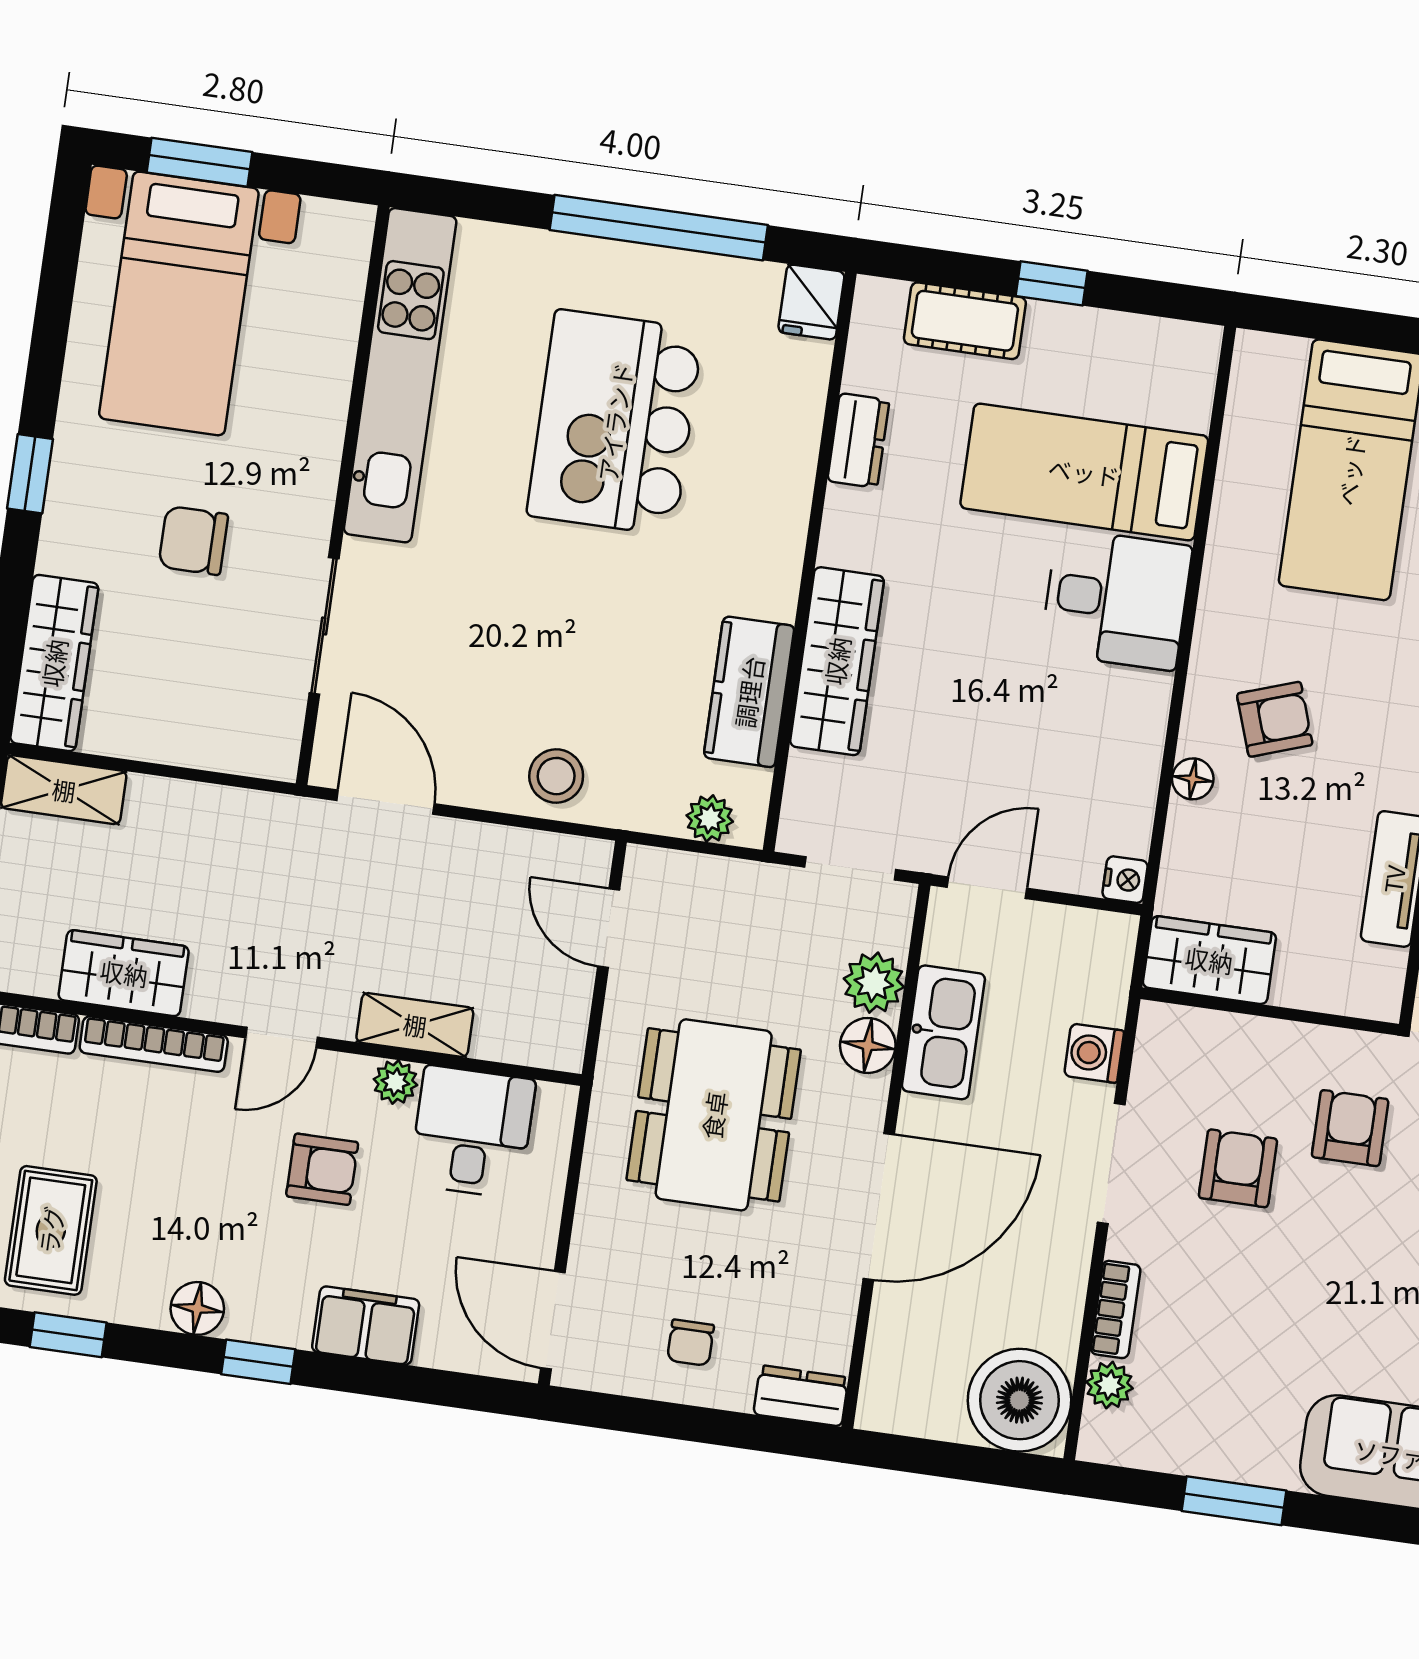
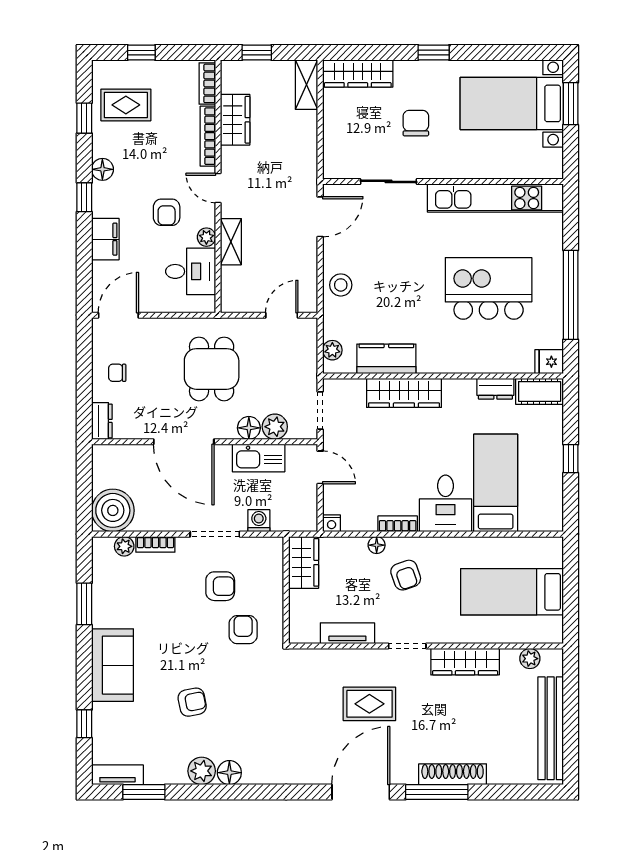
cot: (965, 321) -> (540, 391), moved, turned 90
bookcase: (1149, 721) -> (398, 524), added
dining table: (714, 1115) -> (212, 369), width x0.73
armchair: (1350, 1128) -> (243, 630), turned -90

